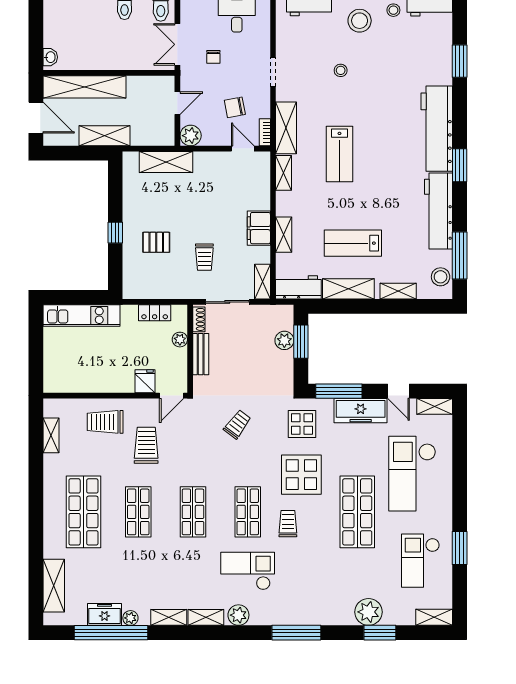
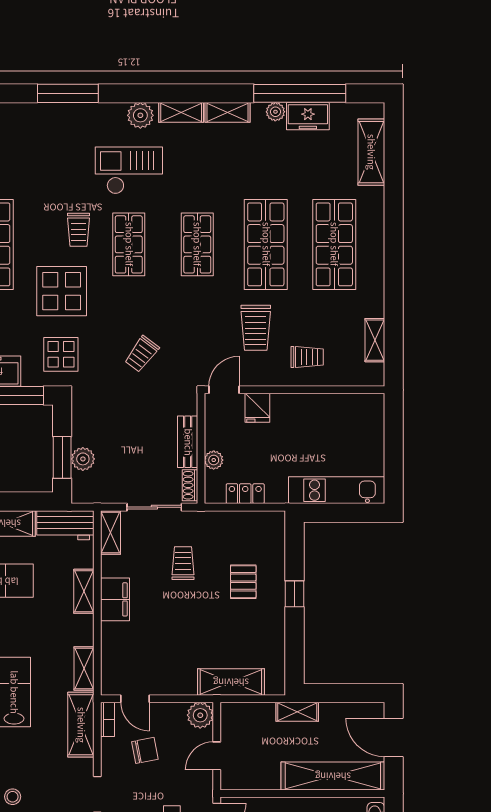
shelving: (105, 136) -> (297, 712), width x0.67, depth x0.75
pallet: (156, 242) -> (243, 582), turned 90
trolley: (105, 422) -> (307, 357), width x0.73, depth x0.72
shop shelf: (138, 512) -> (266, 244), width x1.43, depth x1.36
checkout: (248, 571) -> (129, 170), turned 180

